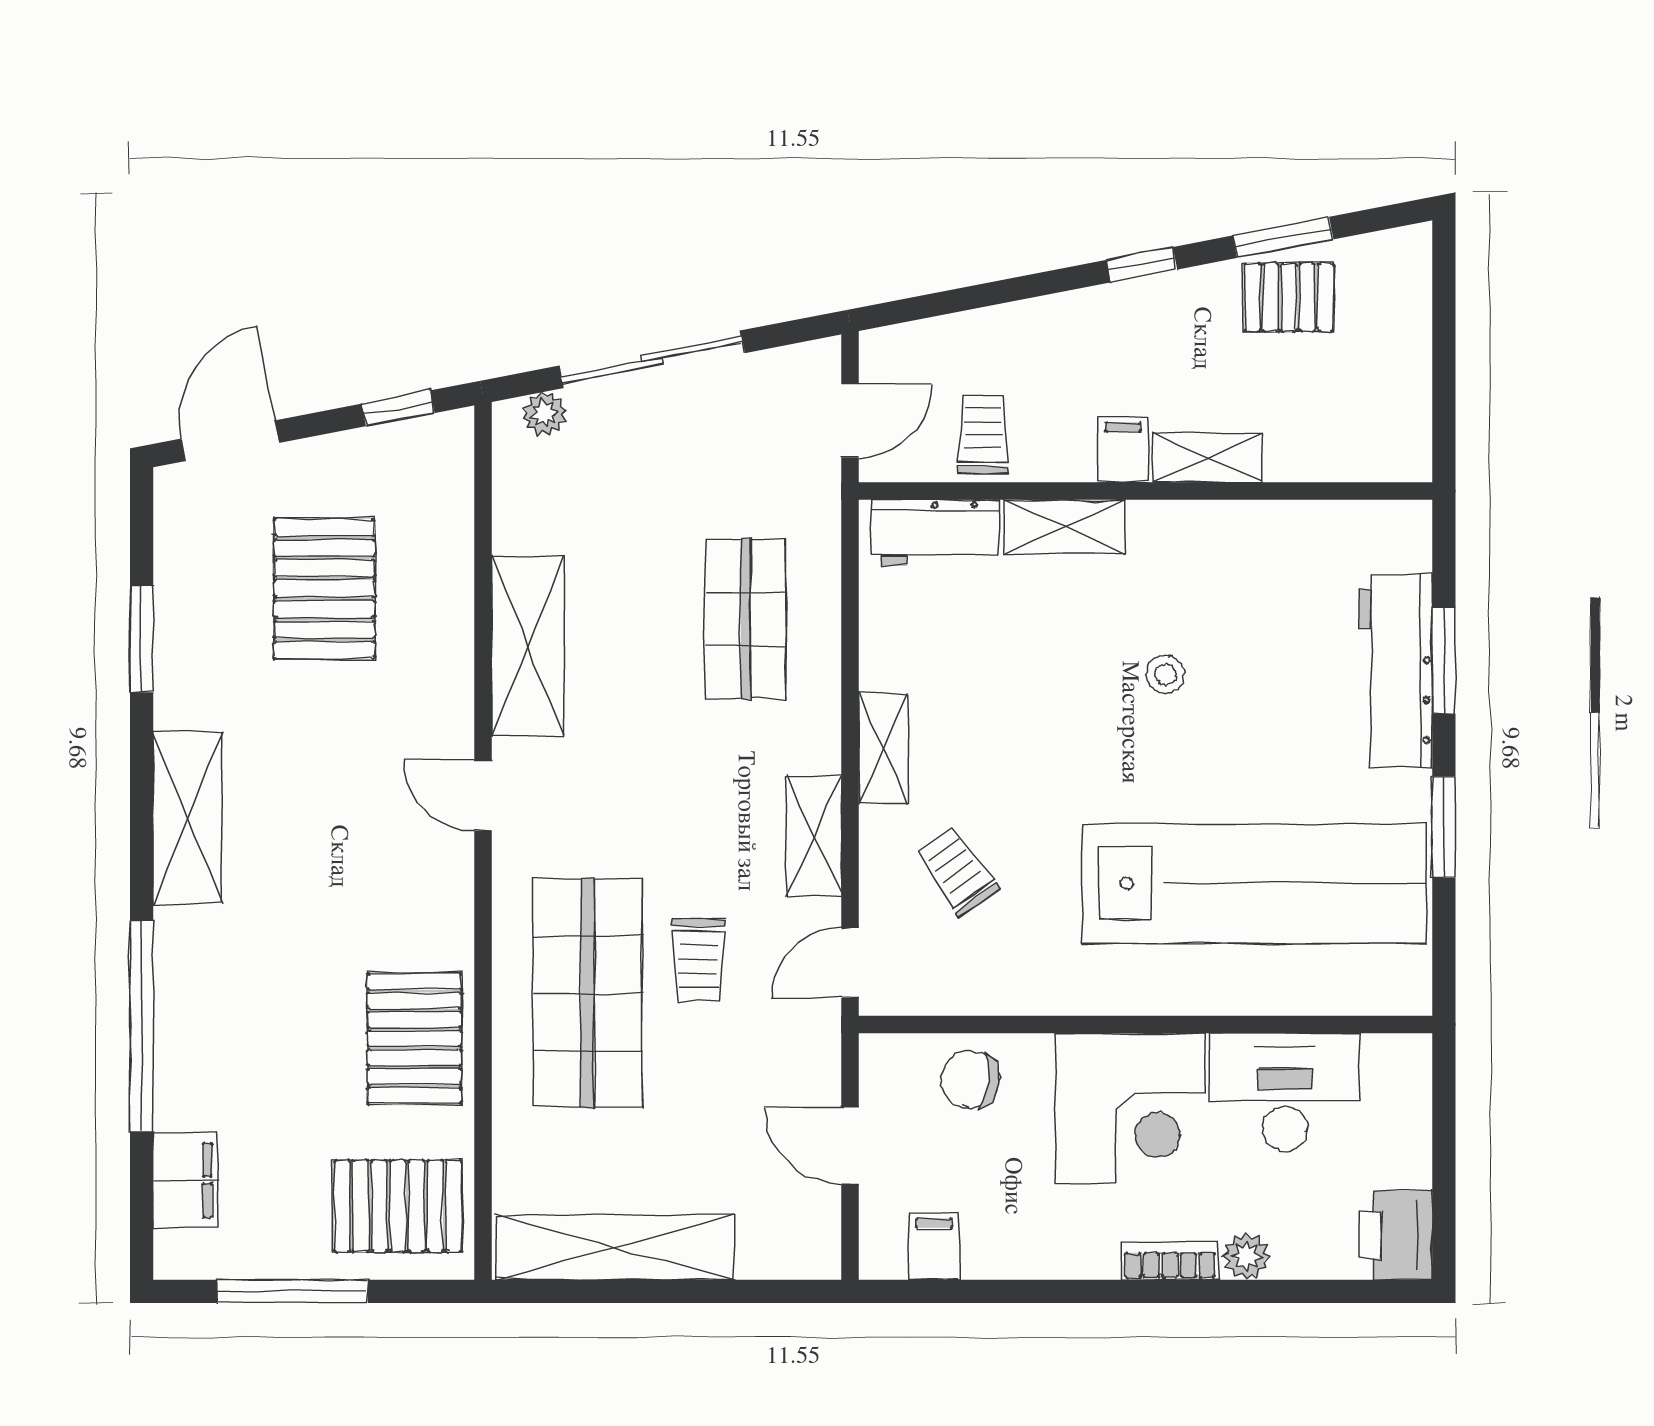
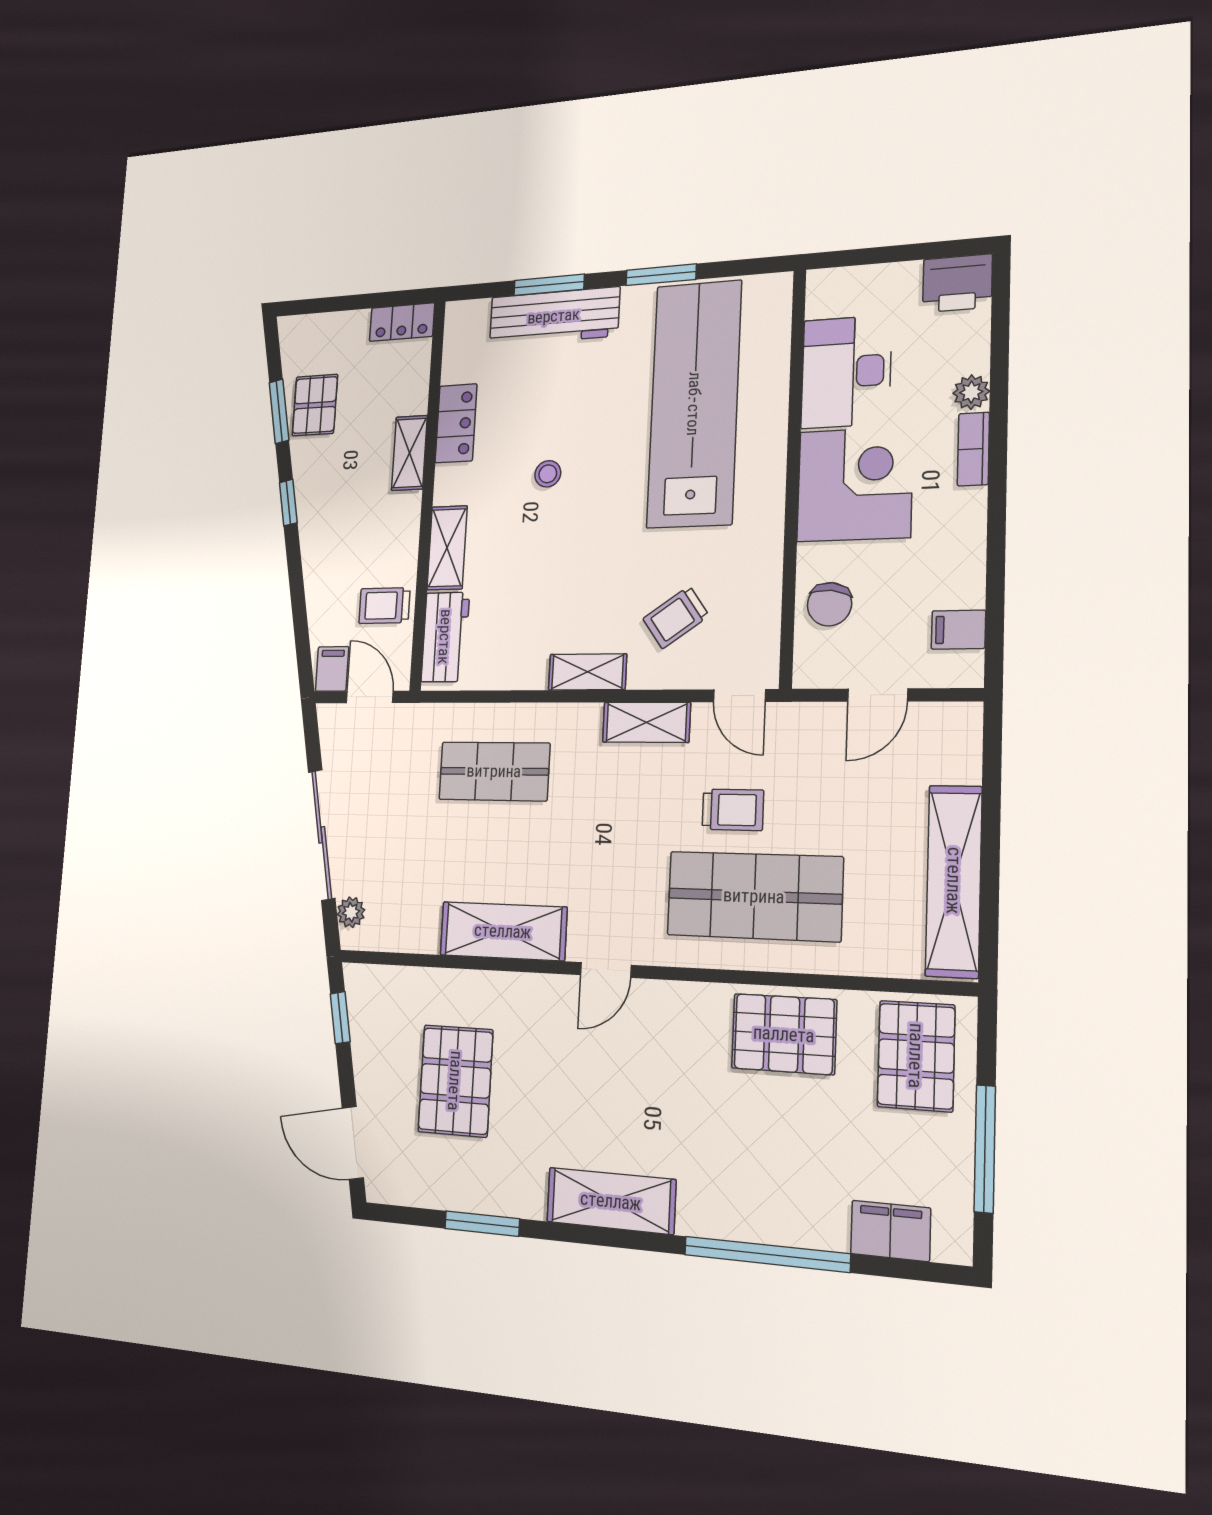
locker: (1407, 431) -> (402, 322), added
filing cabinet: (1123, 450) -> (332, 669), moved, turned 90
locker: (1247, 529) -> (456, 423), added
pallet: (324, 589) -> (455, 1081), turned 90

